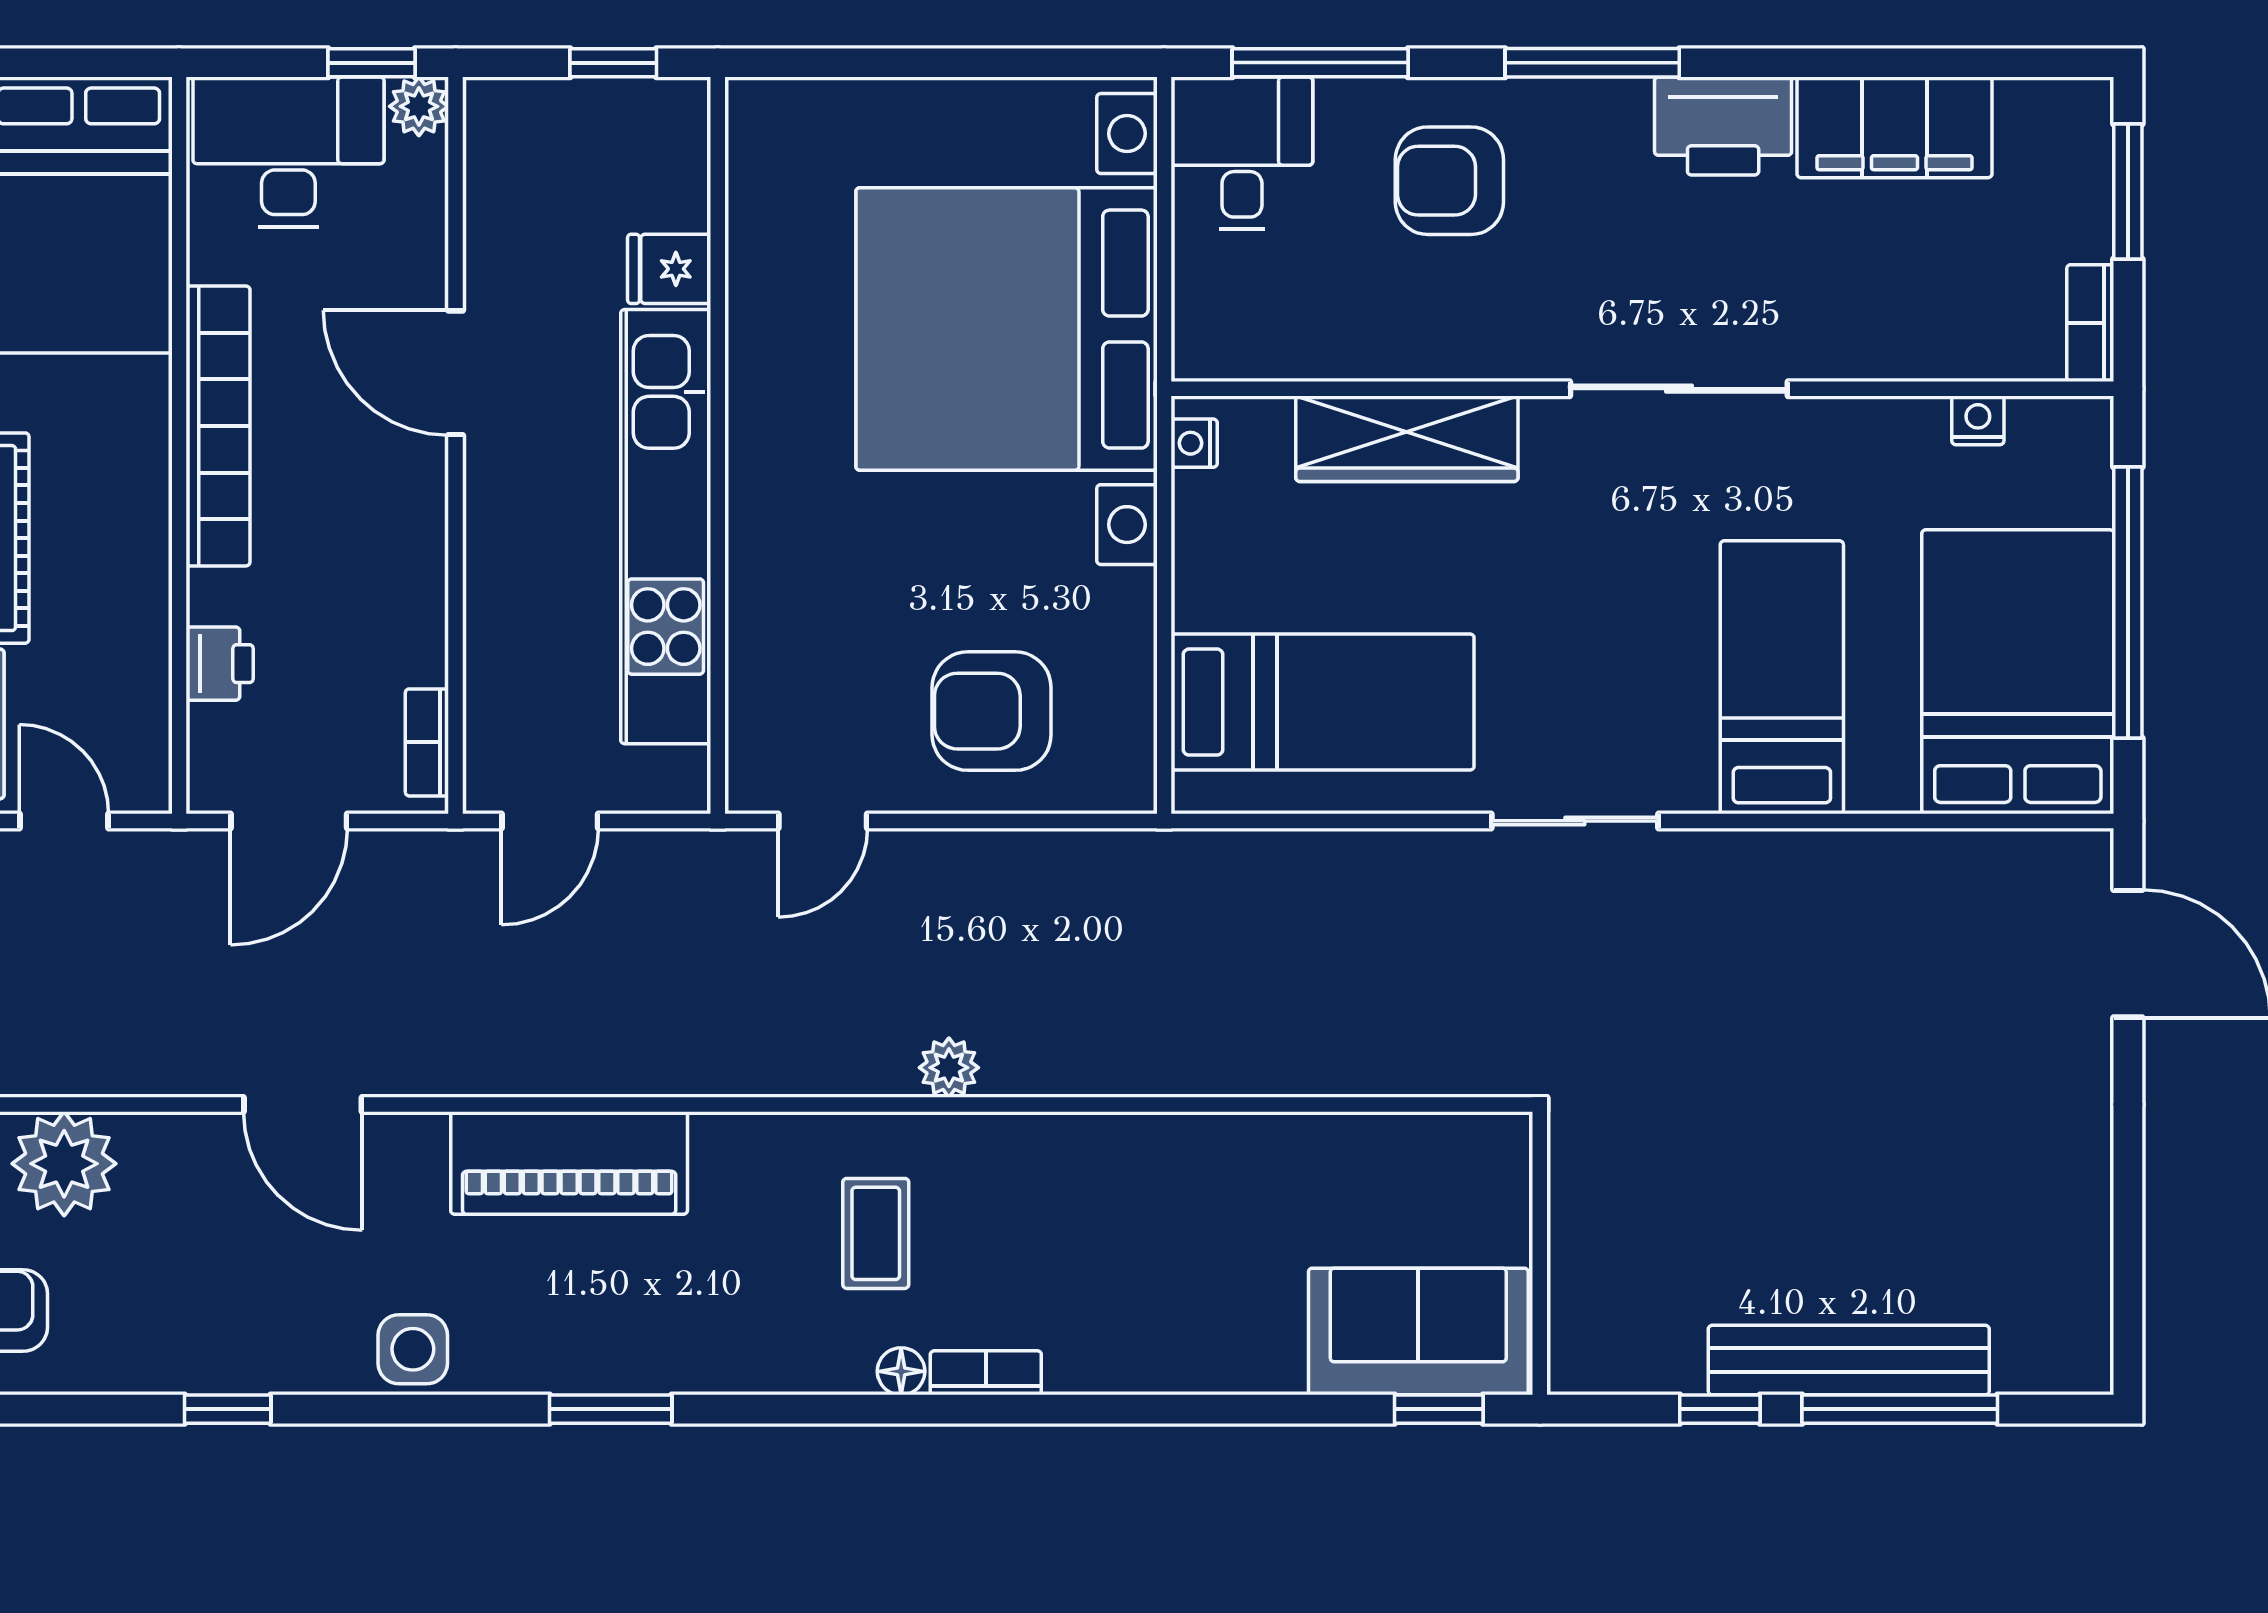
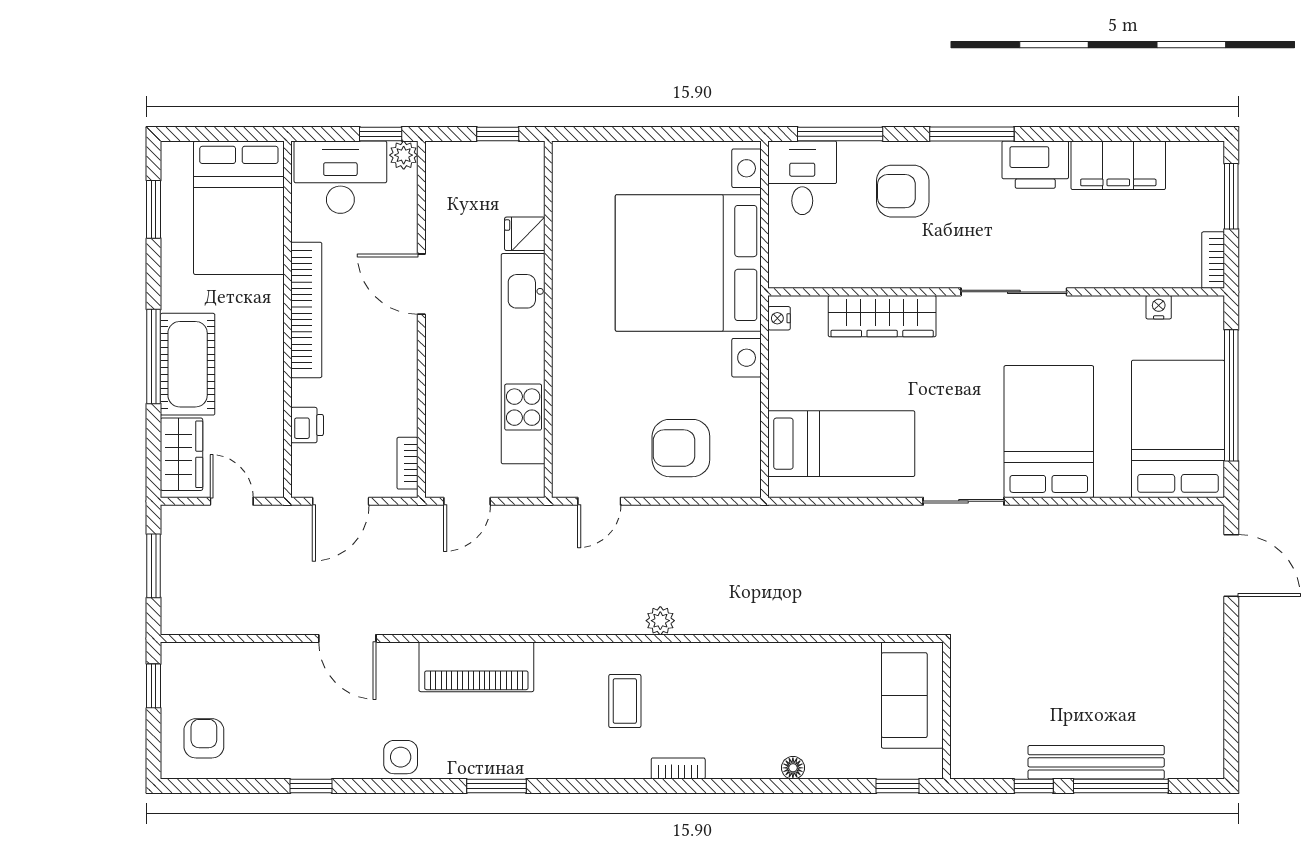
bed: (1782, 677) -> (1049, 432), width x1.50
plant: (64, 1164) -> (232, 667), removed
sofa: (1418, 1331) -> (912, 695), moved, turned -90
floor lamp: (901, 1371) -> (793, 768), moved

